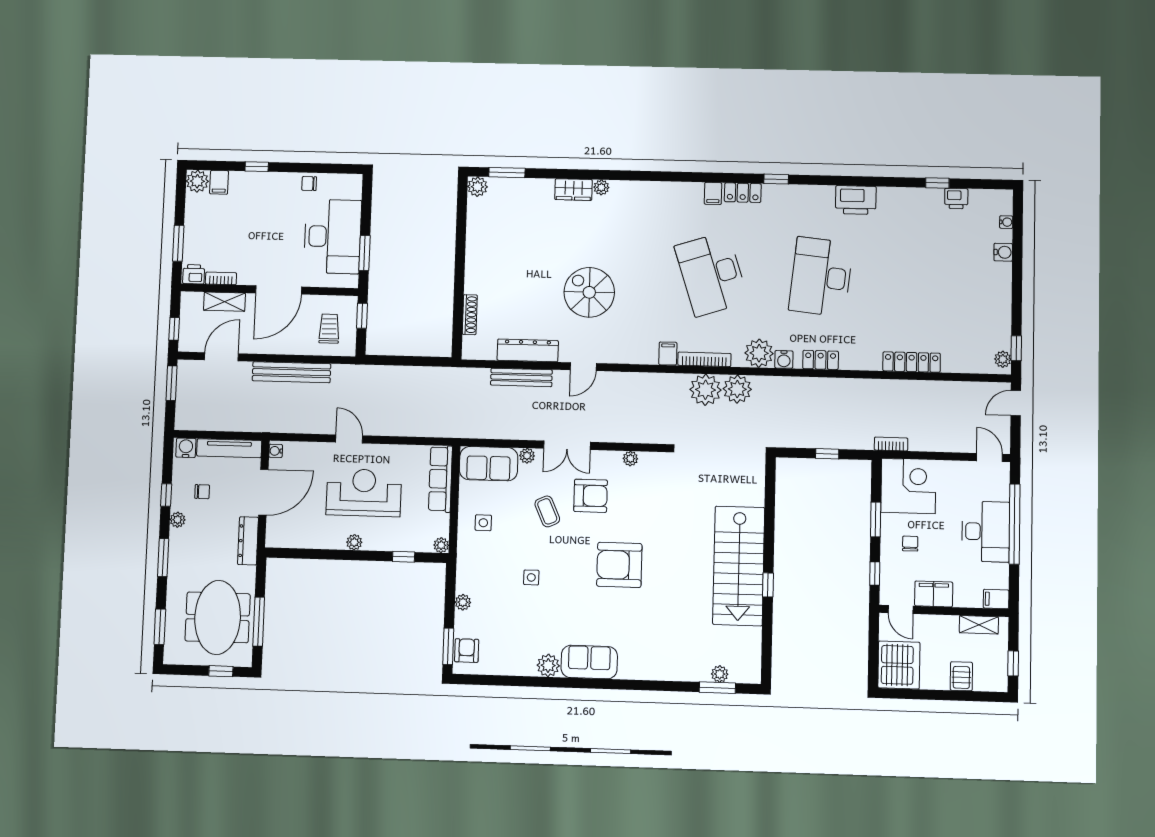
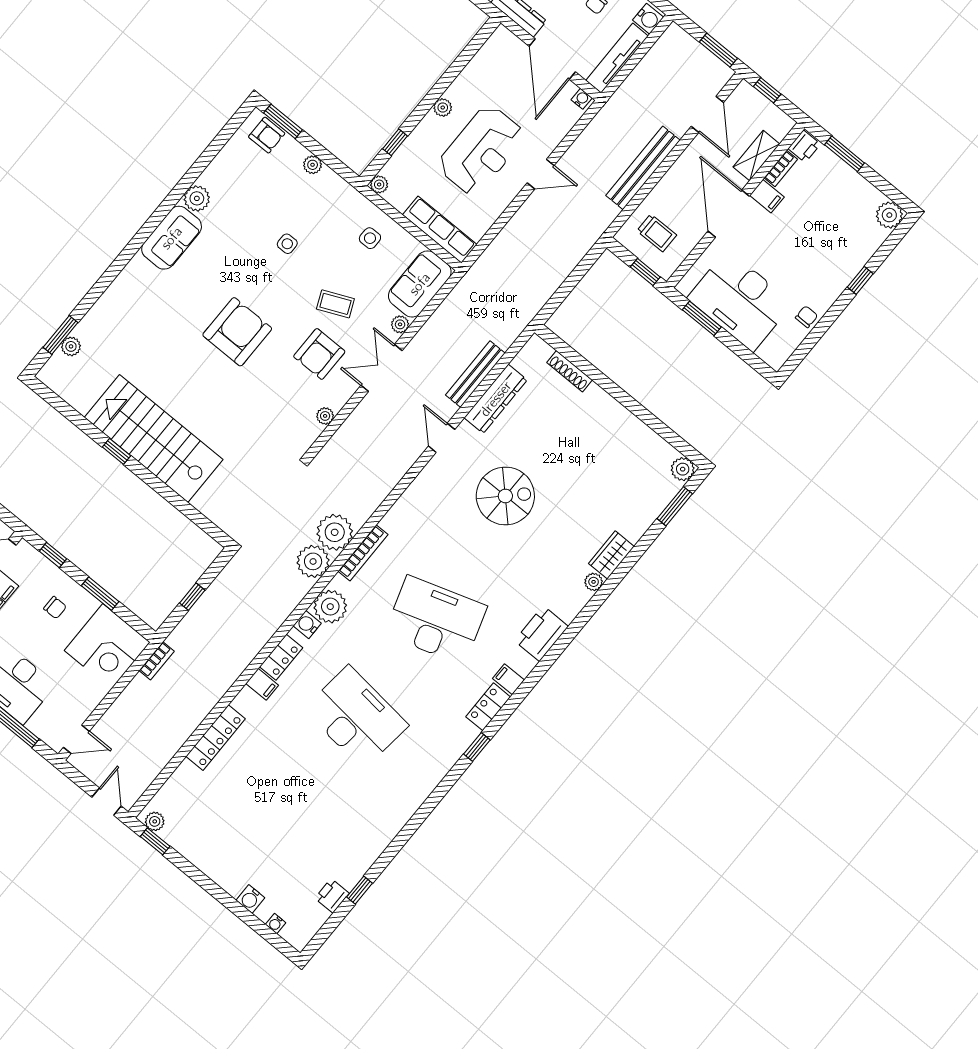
filing cabinet: (219, 182) -> (767, 196), moved, turned 180
printer: (856, 200) -> (541, 634), moved
filing cabinet: (668, 354) -> (262, 684), moved

